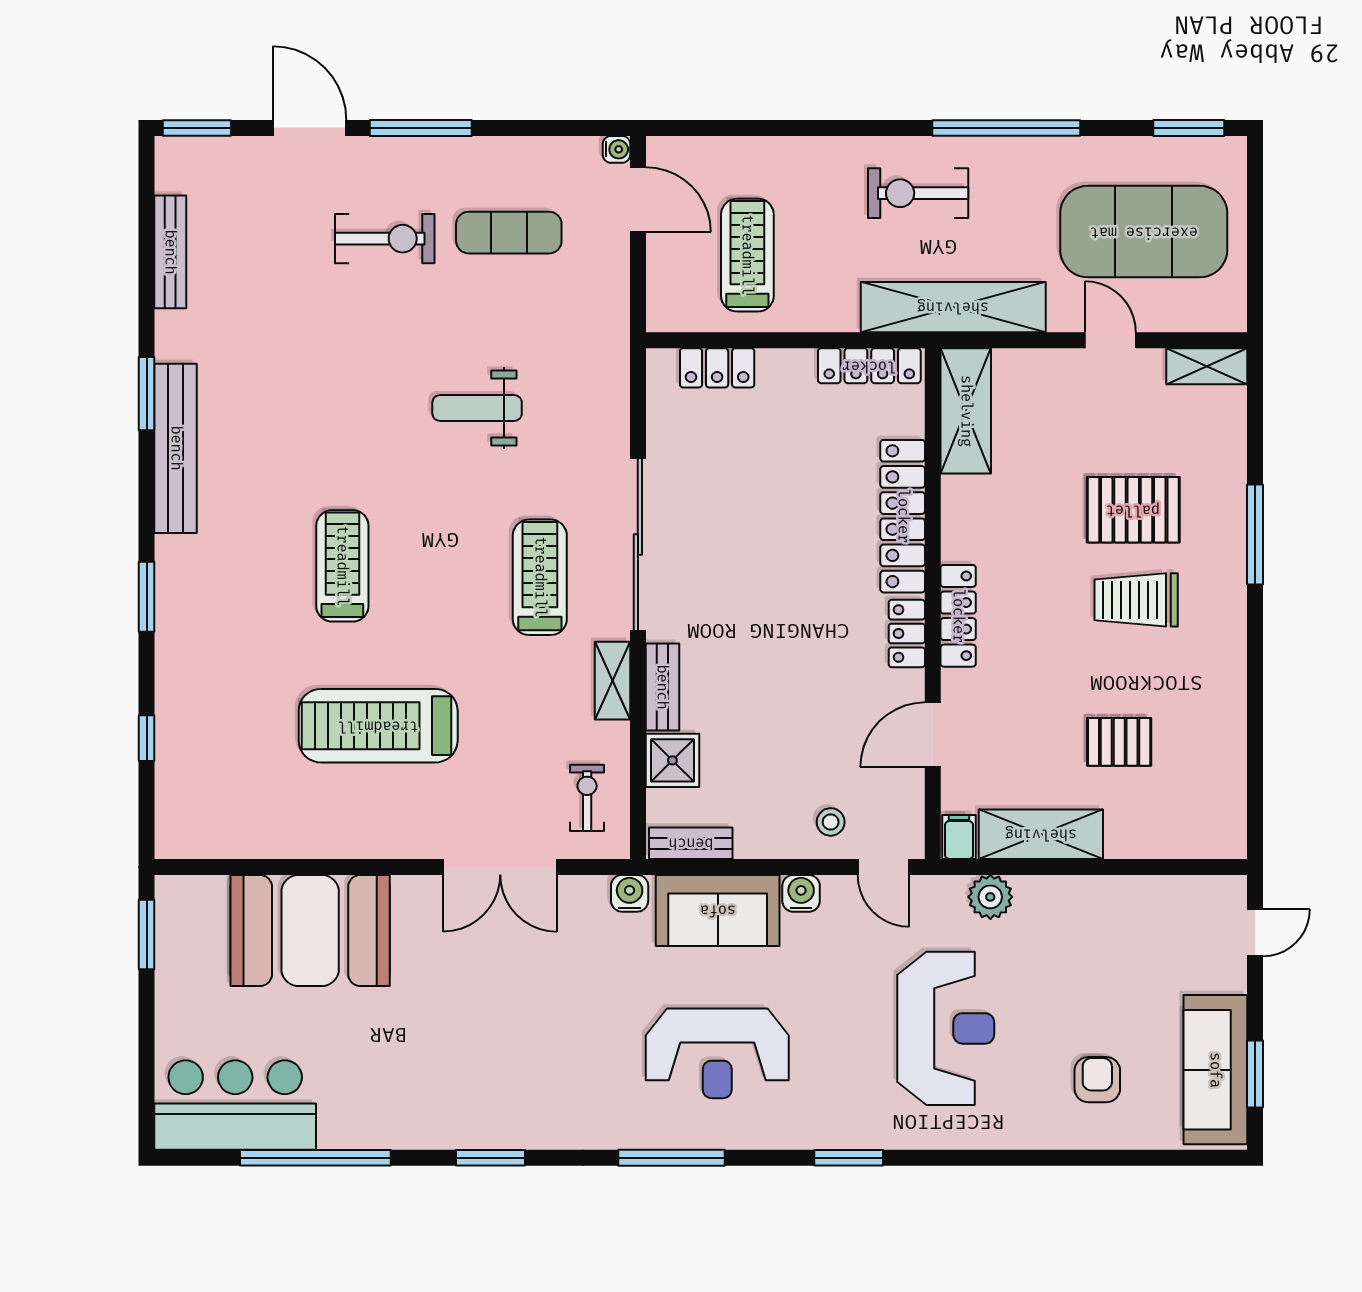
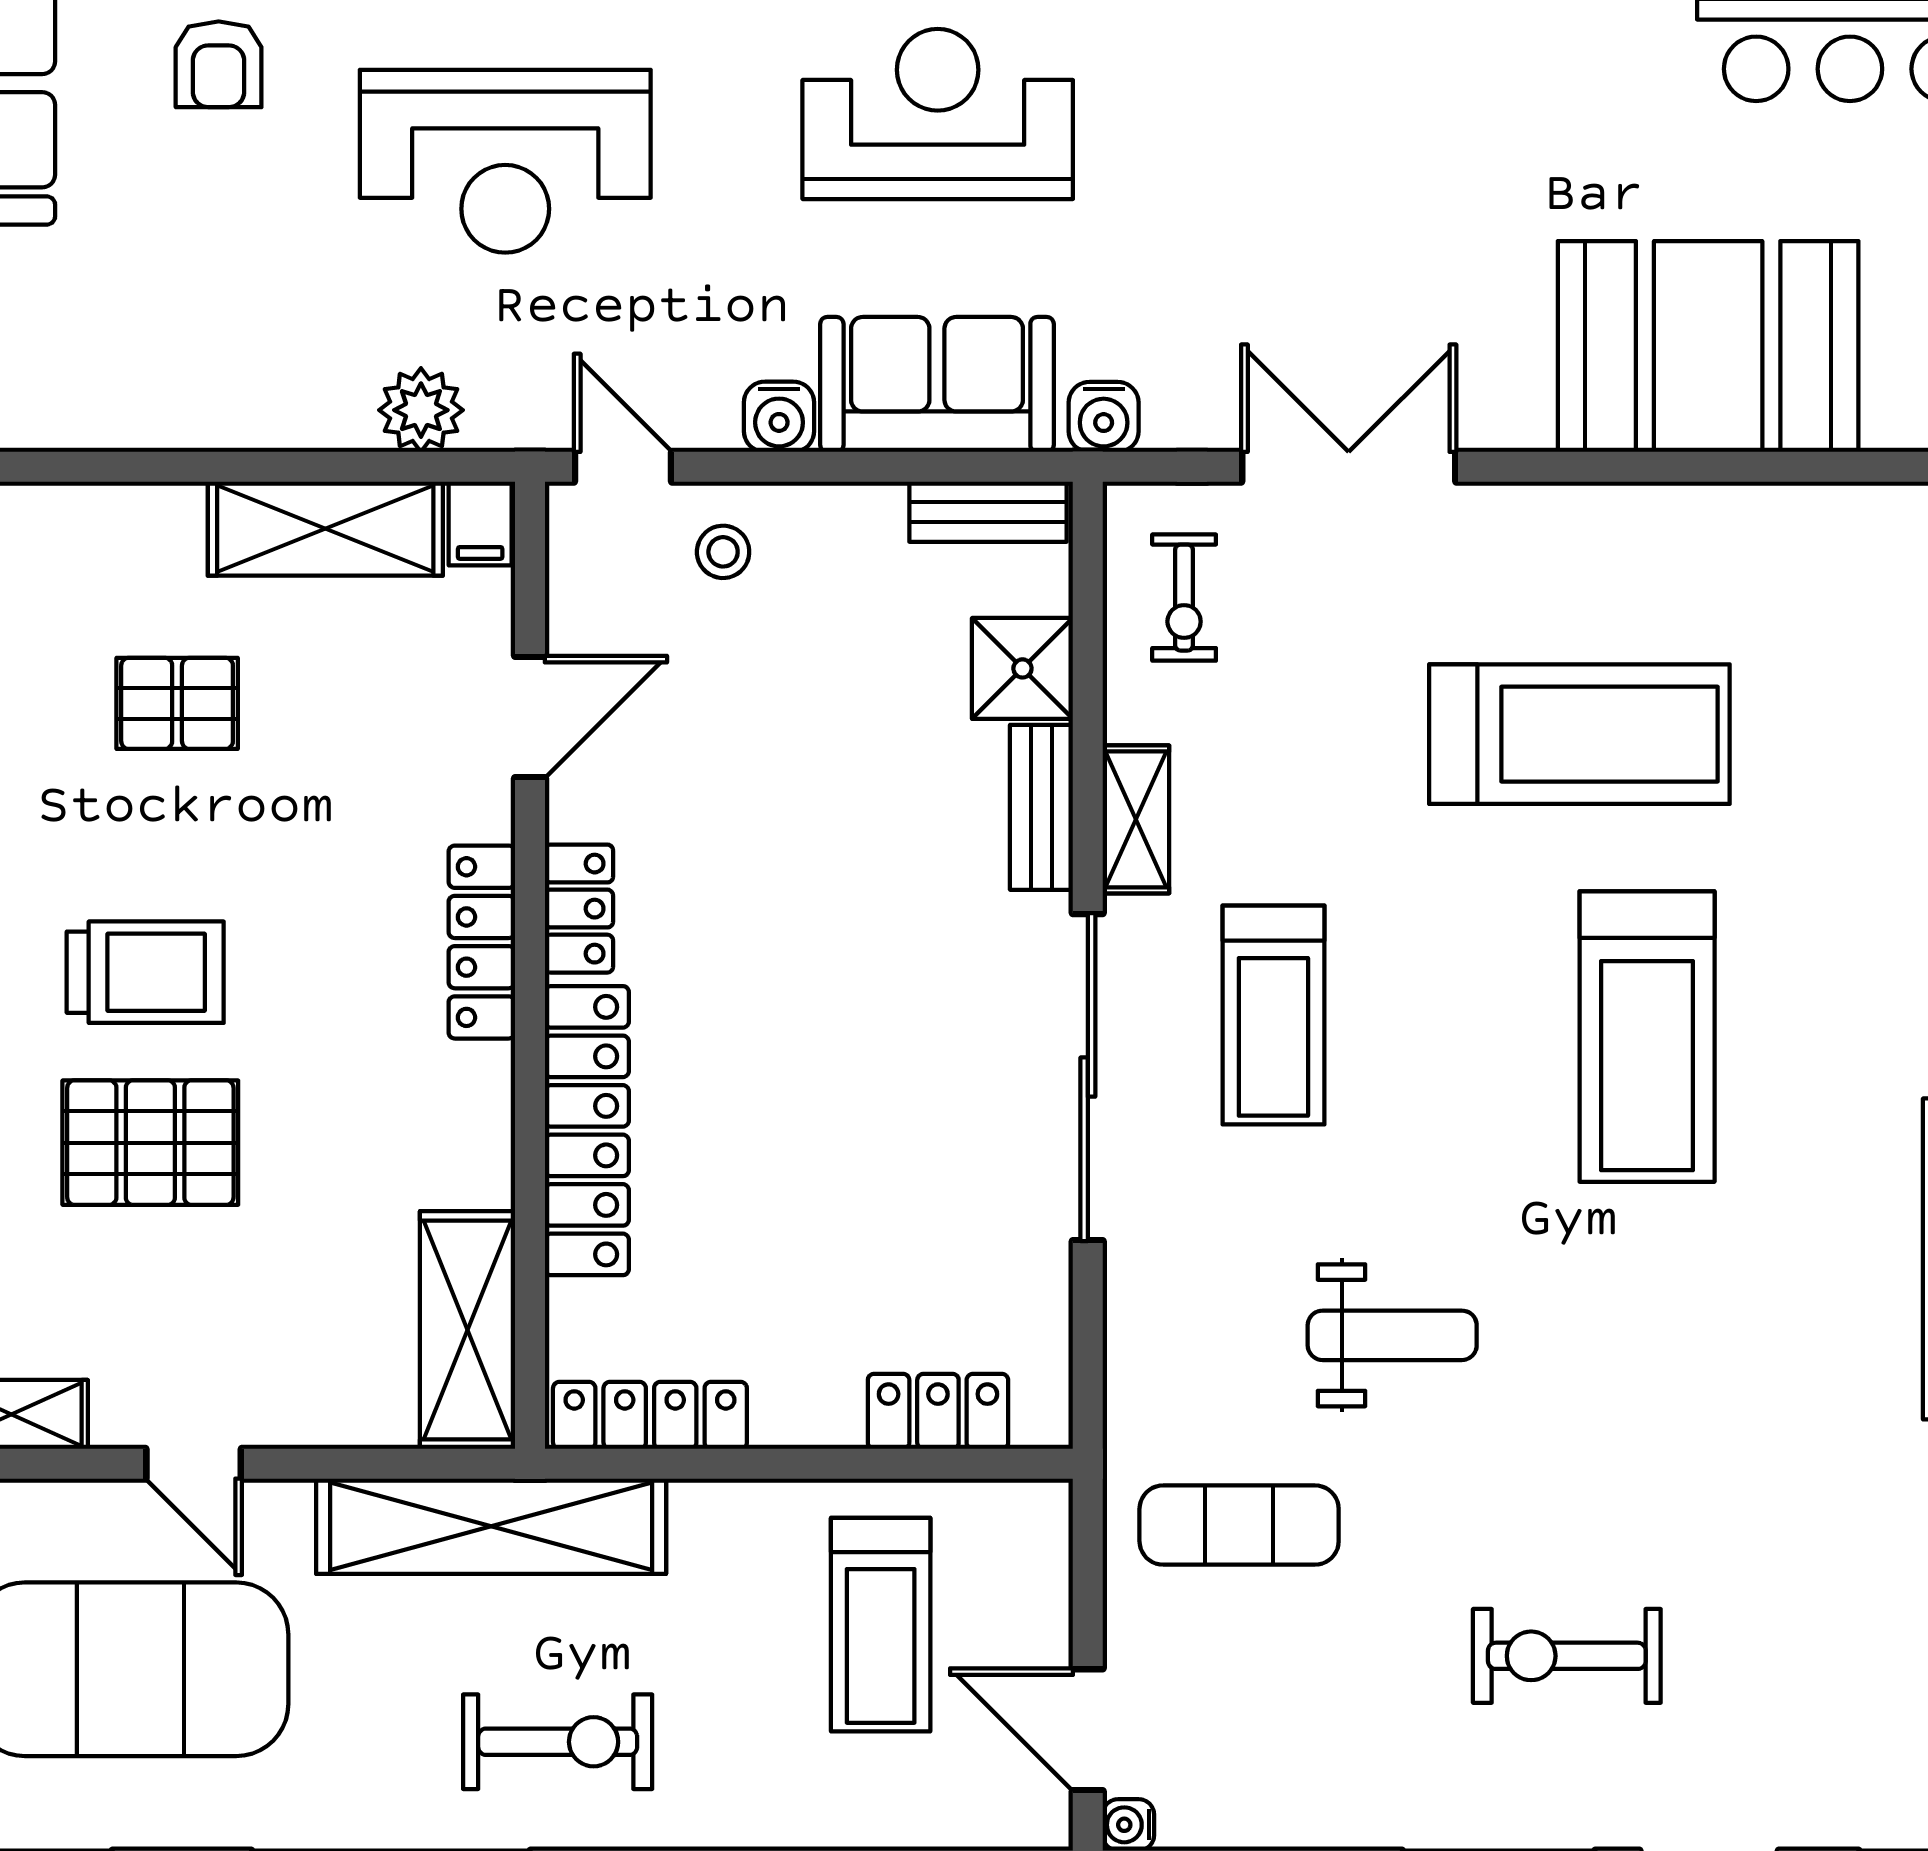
exercise mat: (509, 233) -> (1239, 1525), moved
treadmill: (342, 566) -> (1647, 1037), width x1.37, depth x1.38
reception desk: (946, 1028) -> (505, 161), turned -90

